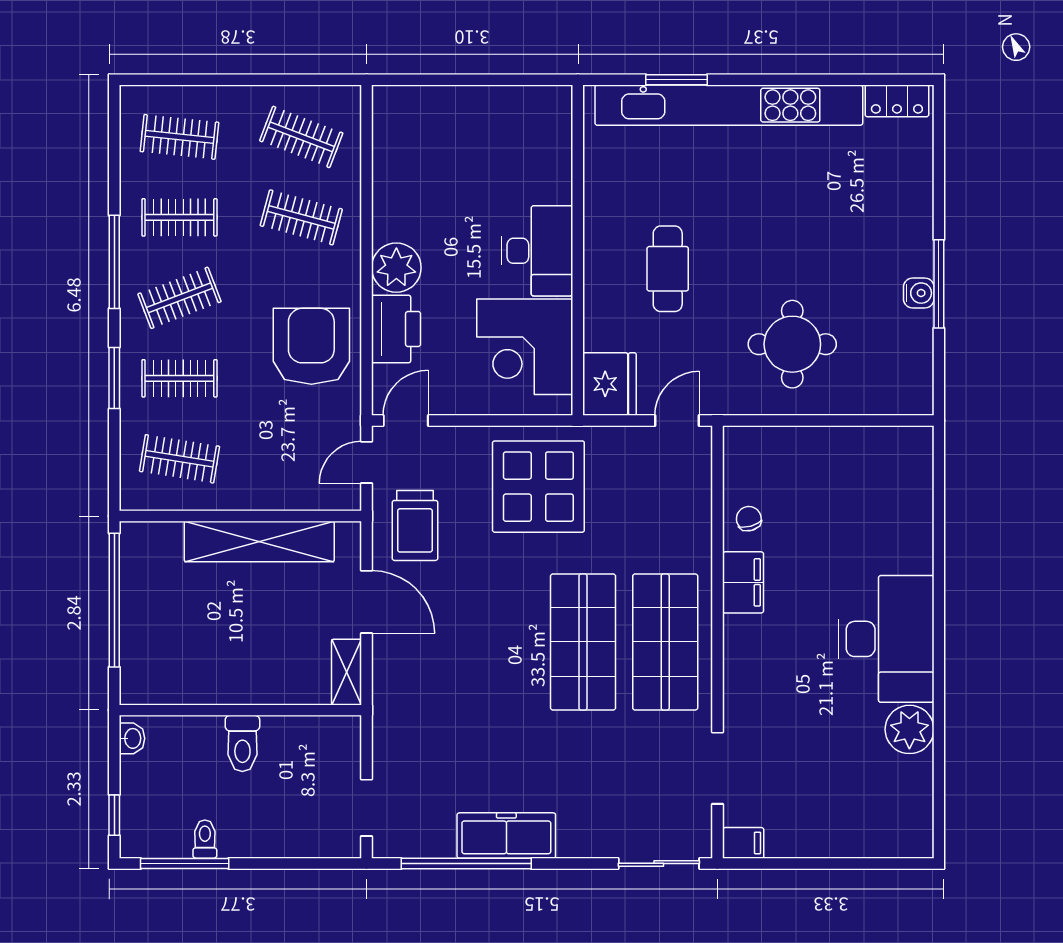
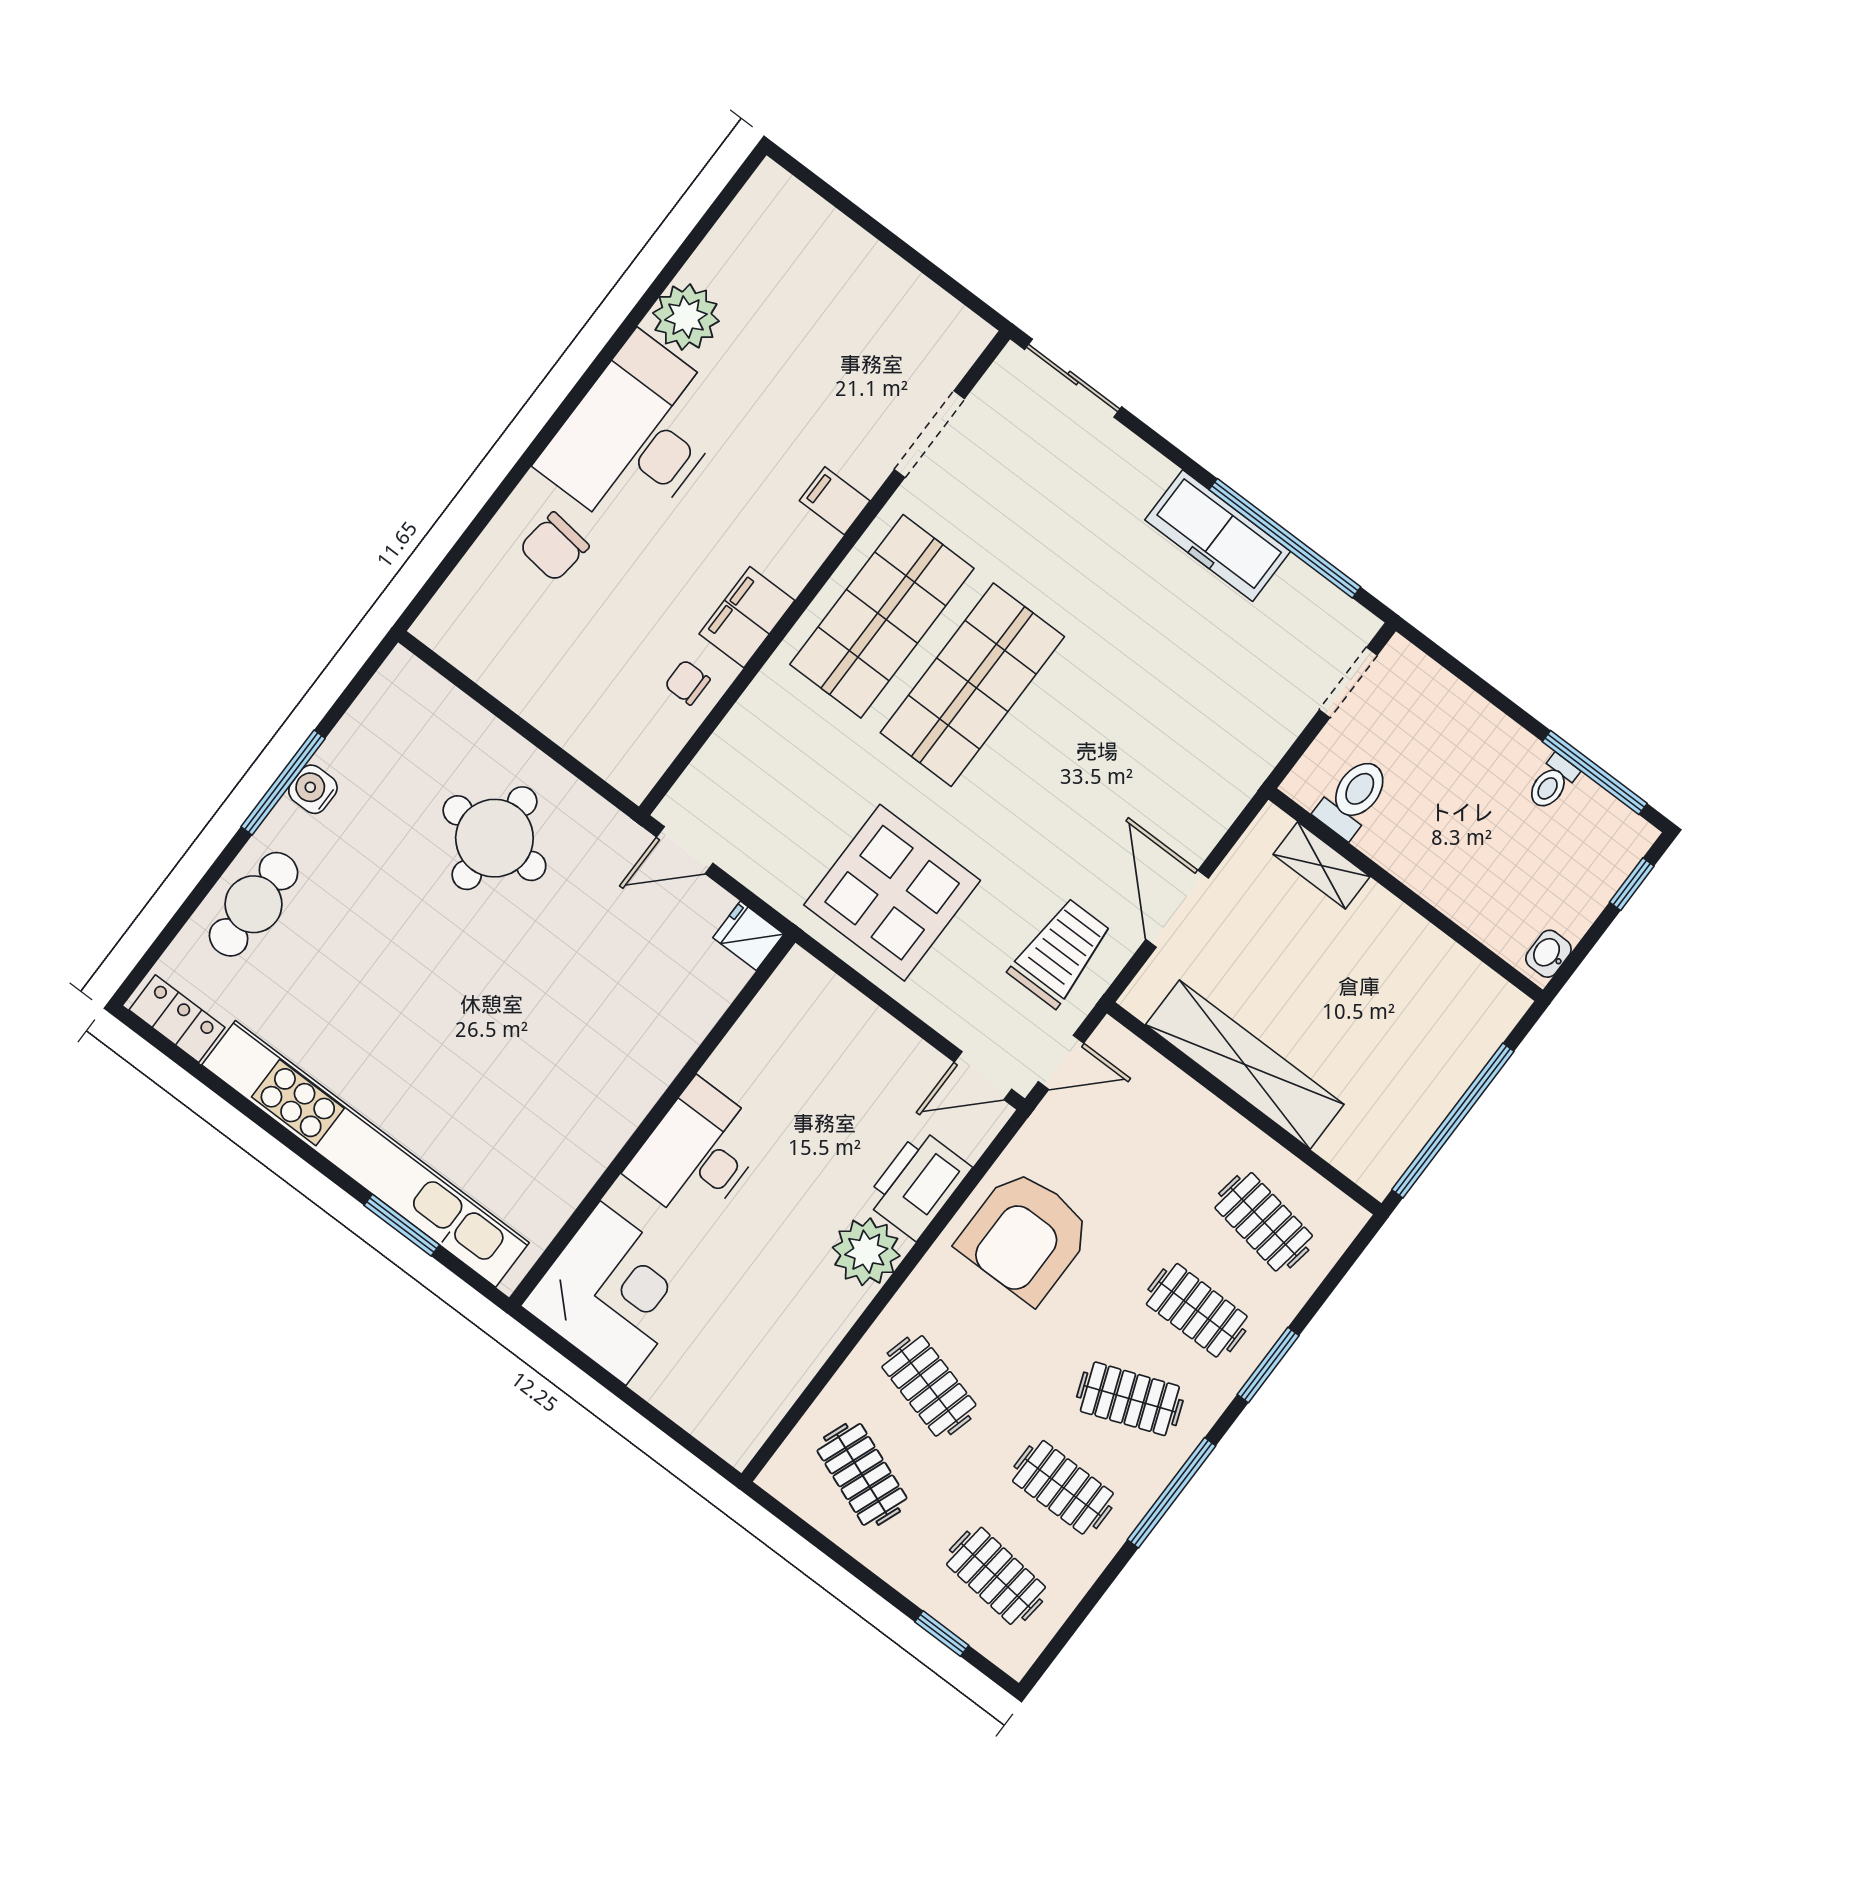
window: (186, 80) -> (942, 1634), added
cafe table: (668, 269) -> (254, 904), moved
corner desk: (525, 347) -> (613, 1293), moved
fridge: (609, 384) -> (748, 936), width x0.53, depth x0.75
chair: (749, 519) -> (687, 682), turned 105
chair: (885, 539) -> (554, 547), added
shelving: (347, 672) -> (1321, 865), moved, turned 90
toilet: (242, 743) -> (1353, 797), moved
filing cabinet: (743, 843) -> (835, 501), moved

